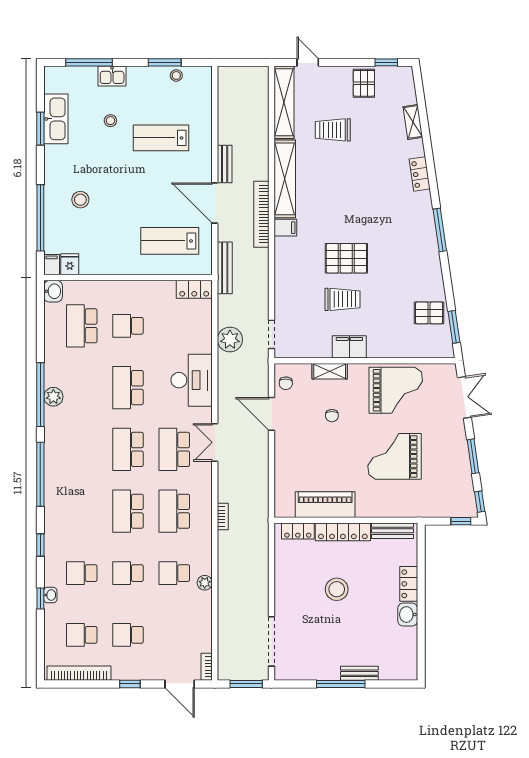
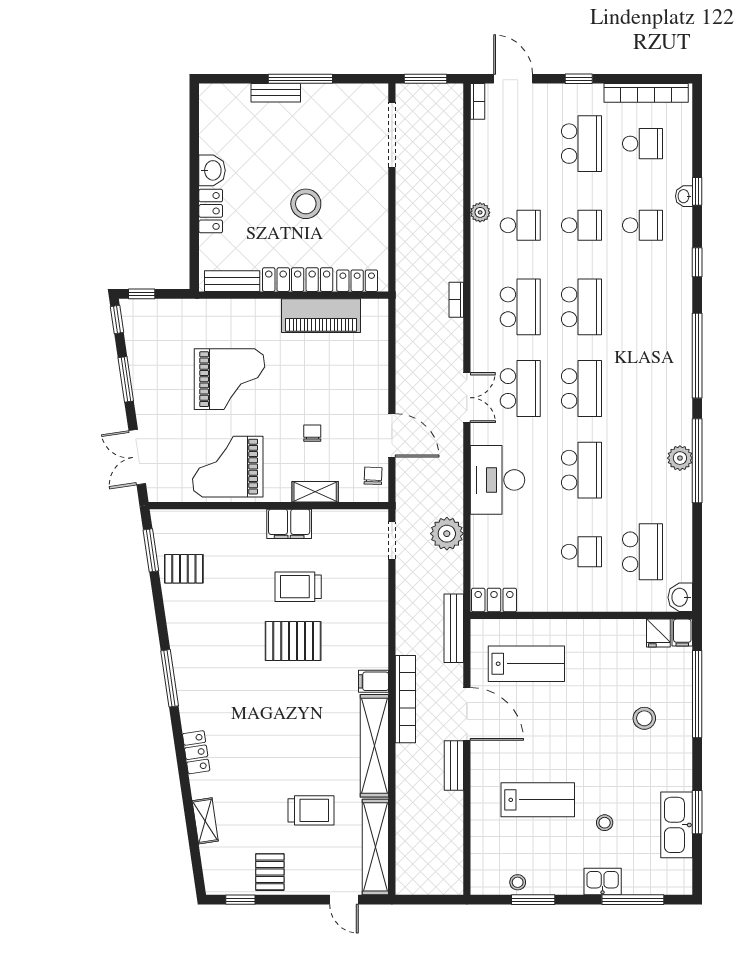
school desk: (128, 635) -> (581, 144), width x1.85

